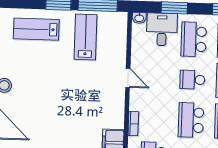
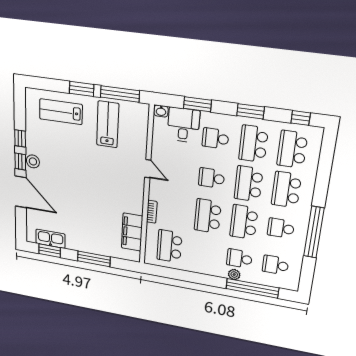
school desk: (194, 39) -> (215, 138), width x0.54

